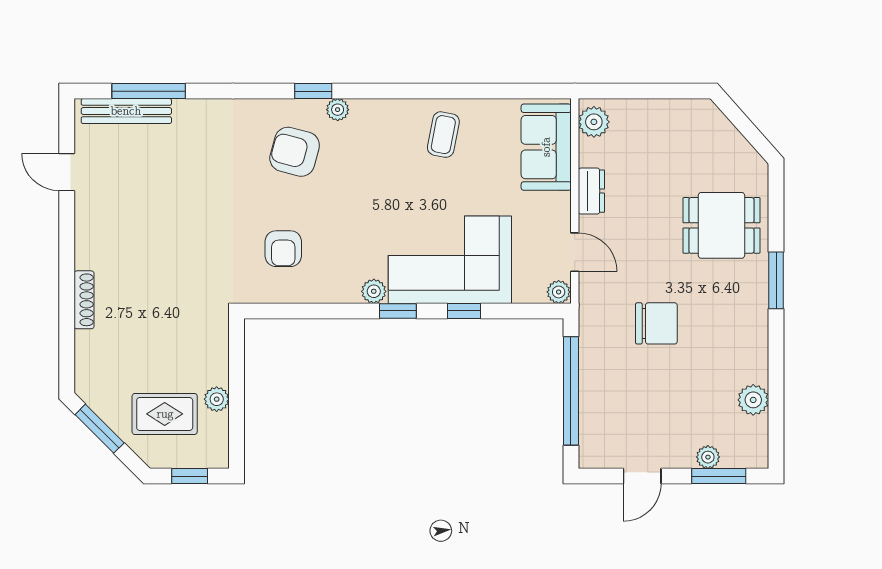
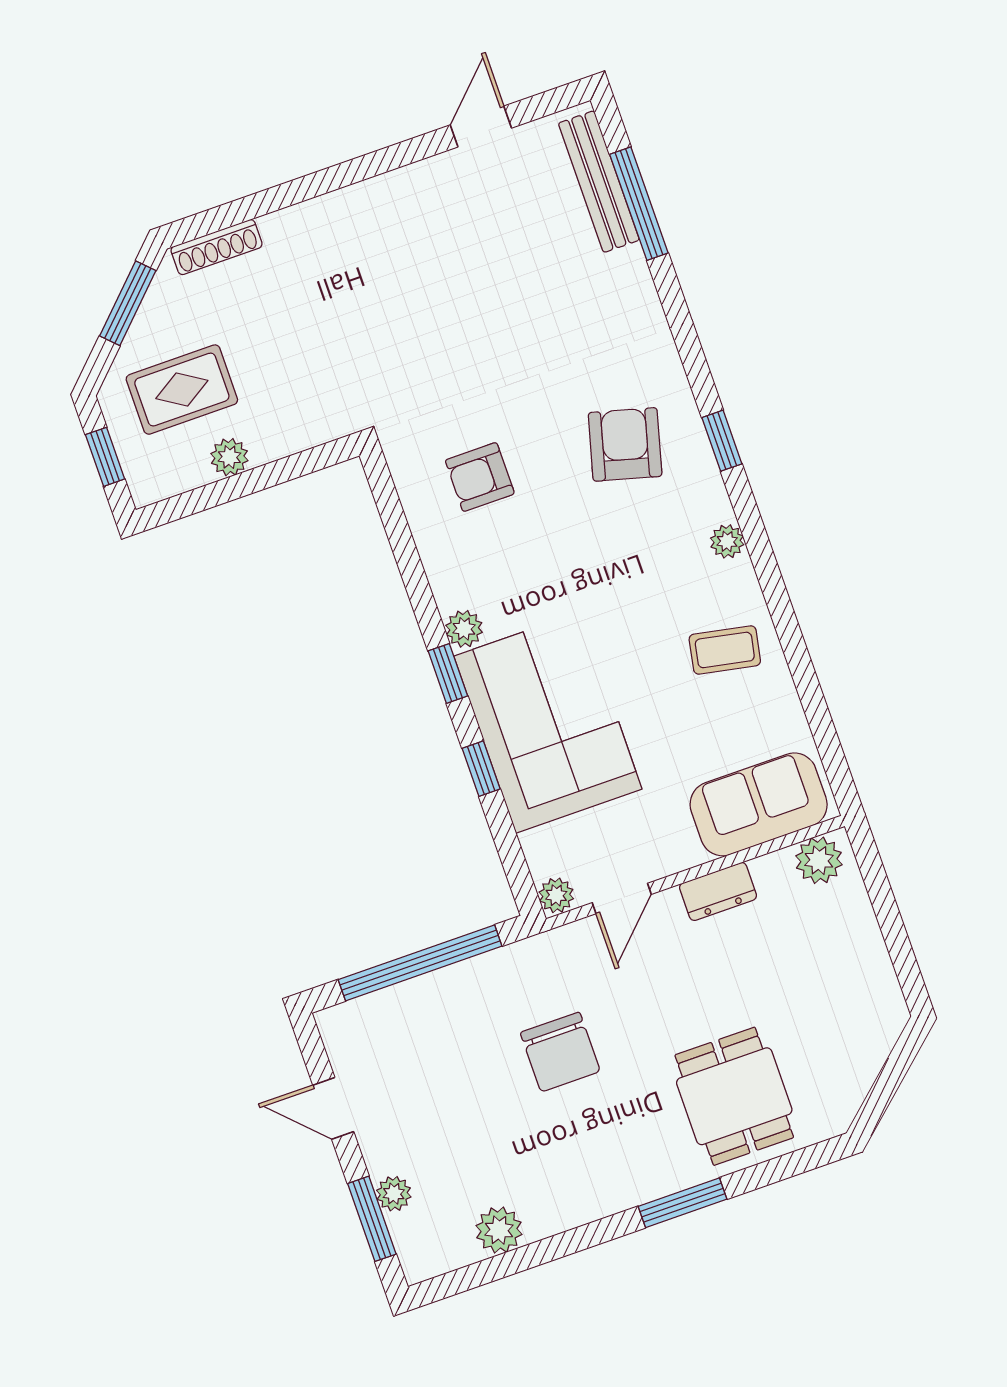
plant: (338, 110) -> (727, 541), moved
shoe rack: (84, 300) -> (217, 247), moved
rug: (165, 414) -> (182, 390), turned 90

